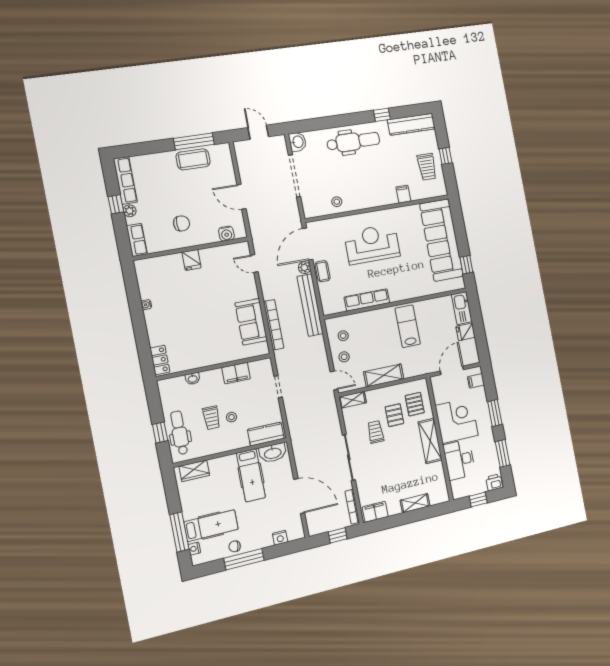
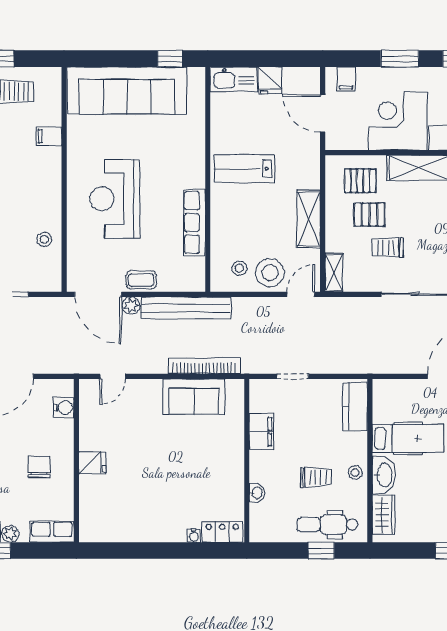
water cooler: (146, 305) -> (194, 536), moved
stool: (344, 357) -> (270, 273), width x1.89, depth x1.89
stool: (231, 417) -> (355, 472), moved
washbasin: (273, 453) -> (384, 475), moved

